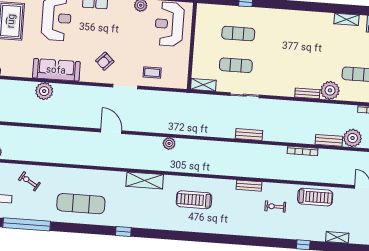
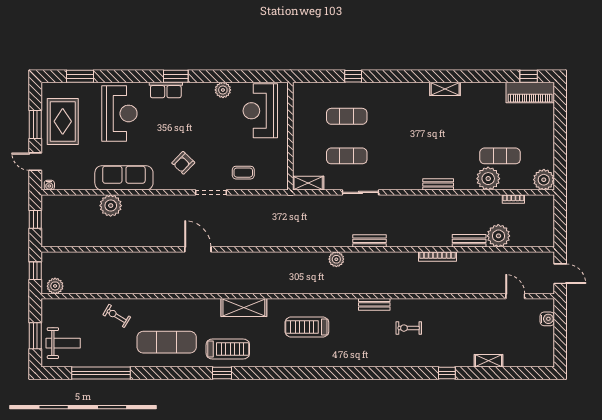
shelving: (346, 19) -> (445, 89), moved
plant: (330, 90) -> (488, 179), moved
plant: (169, 143) -> (336, 259), moved
exercise bike: (29, 181) -> (117, 316), moved
treadmill: (315, 197) -> (228, 349), moved

